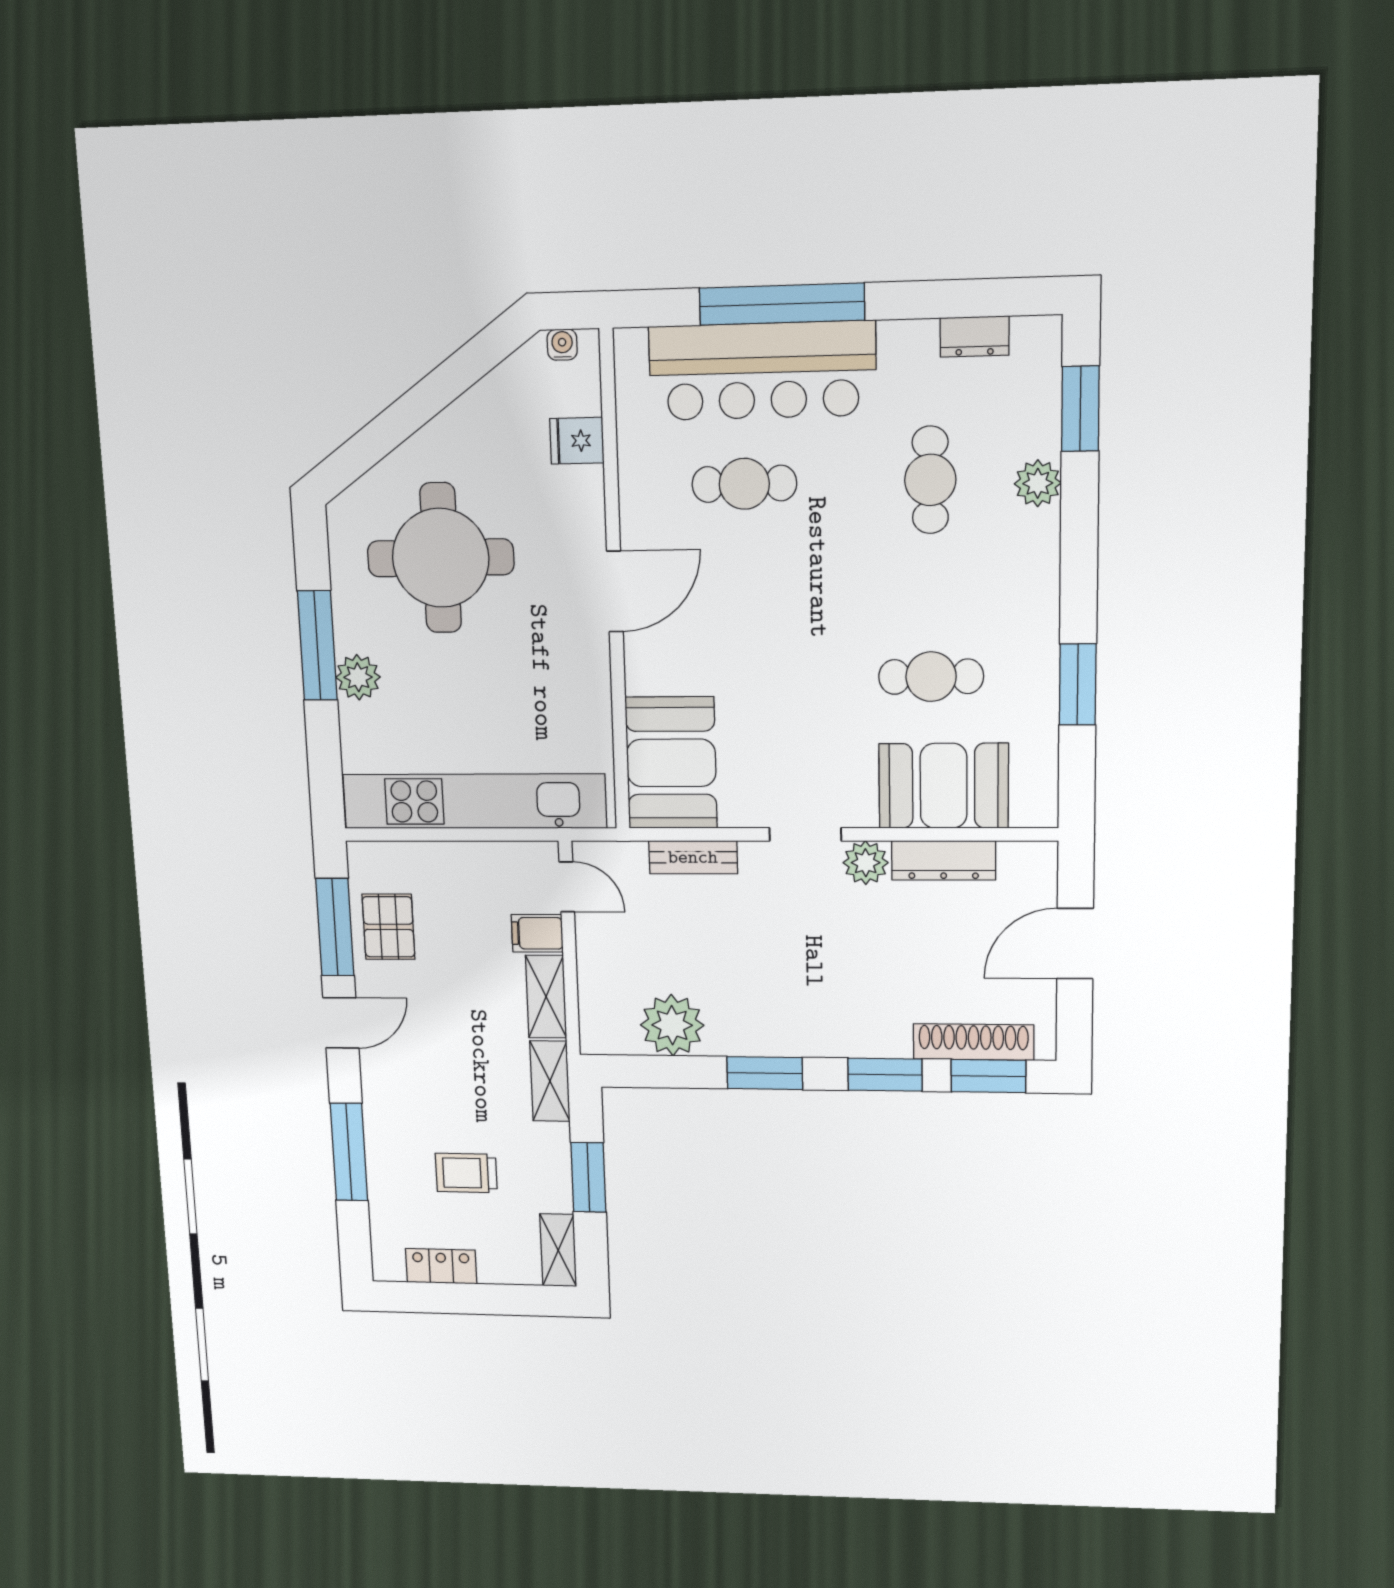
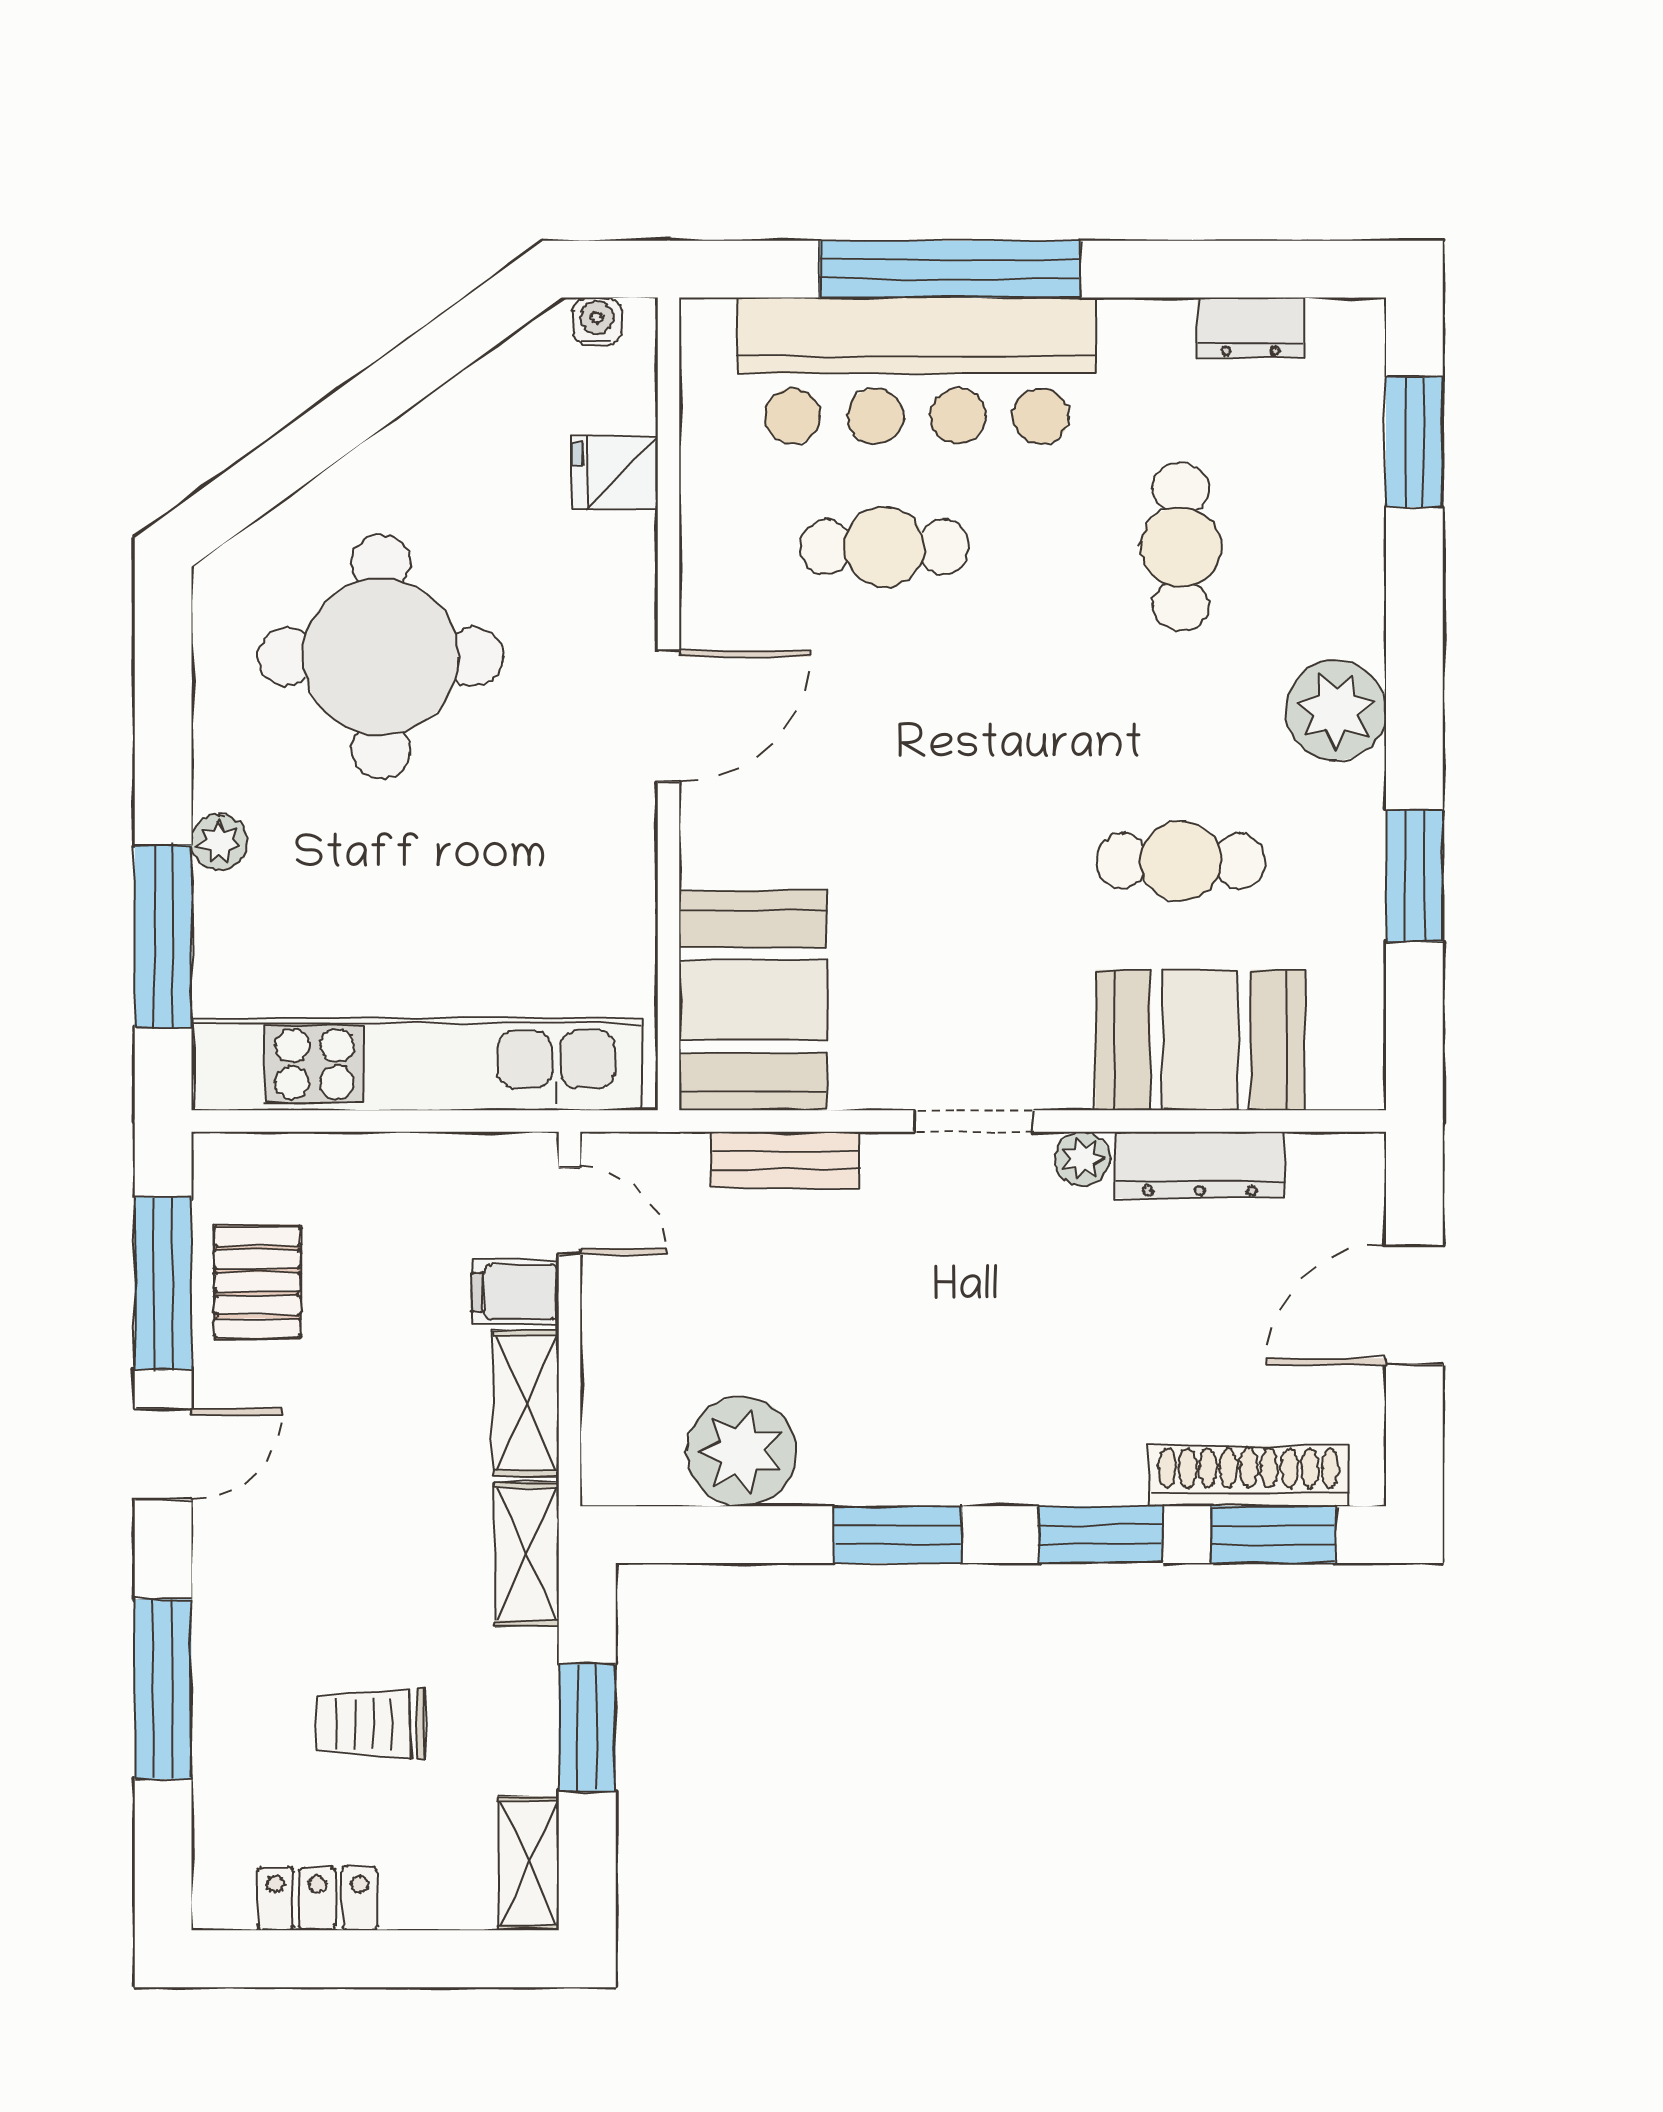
plant: (1038, 483) -> (1336, 710), moved, width x1.36, depth x1.36
window: (317, 645) -> (163, 937), moved
plant: (358, 677) -> (219, 842), width x0.73, depth x0.73
plant: (866, 863) -> (1082, 1159), width x0.73, depth x0.73

